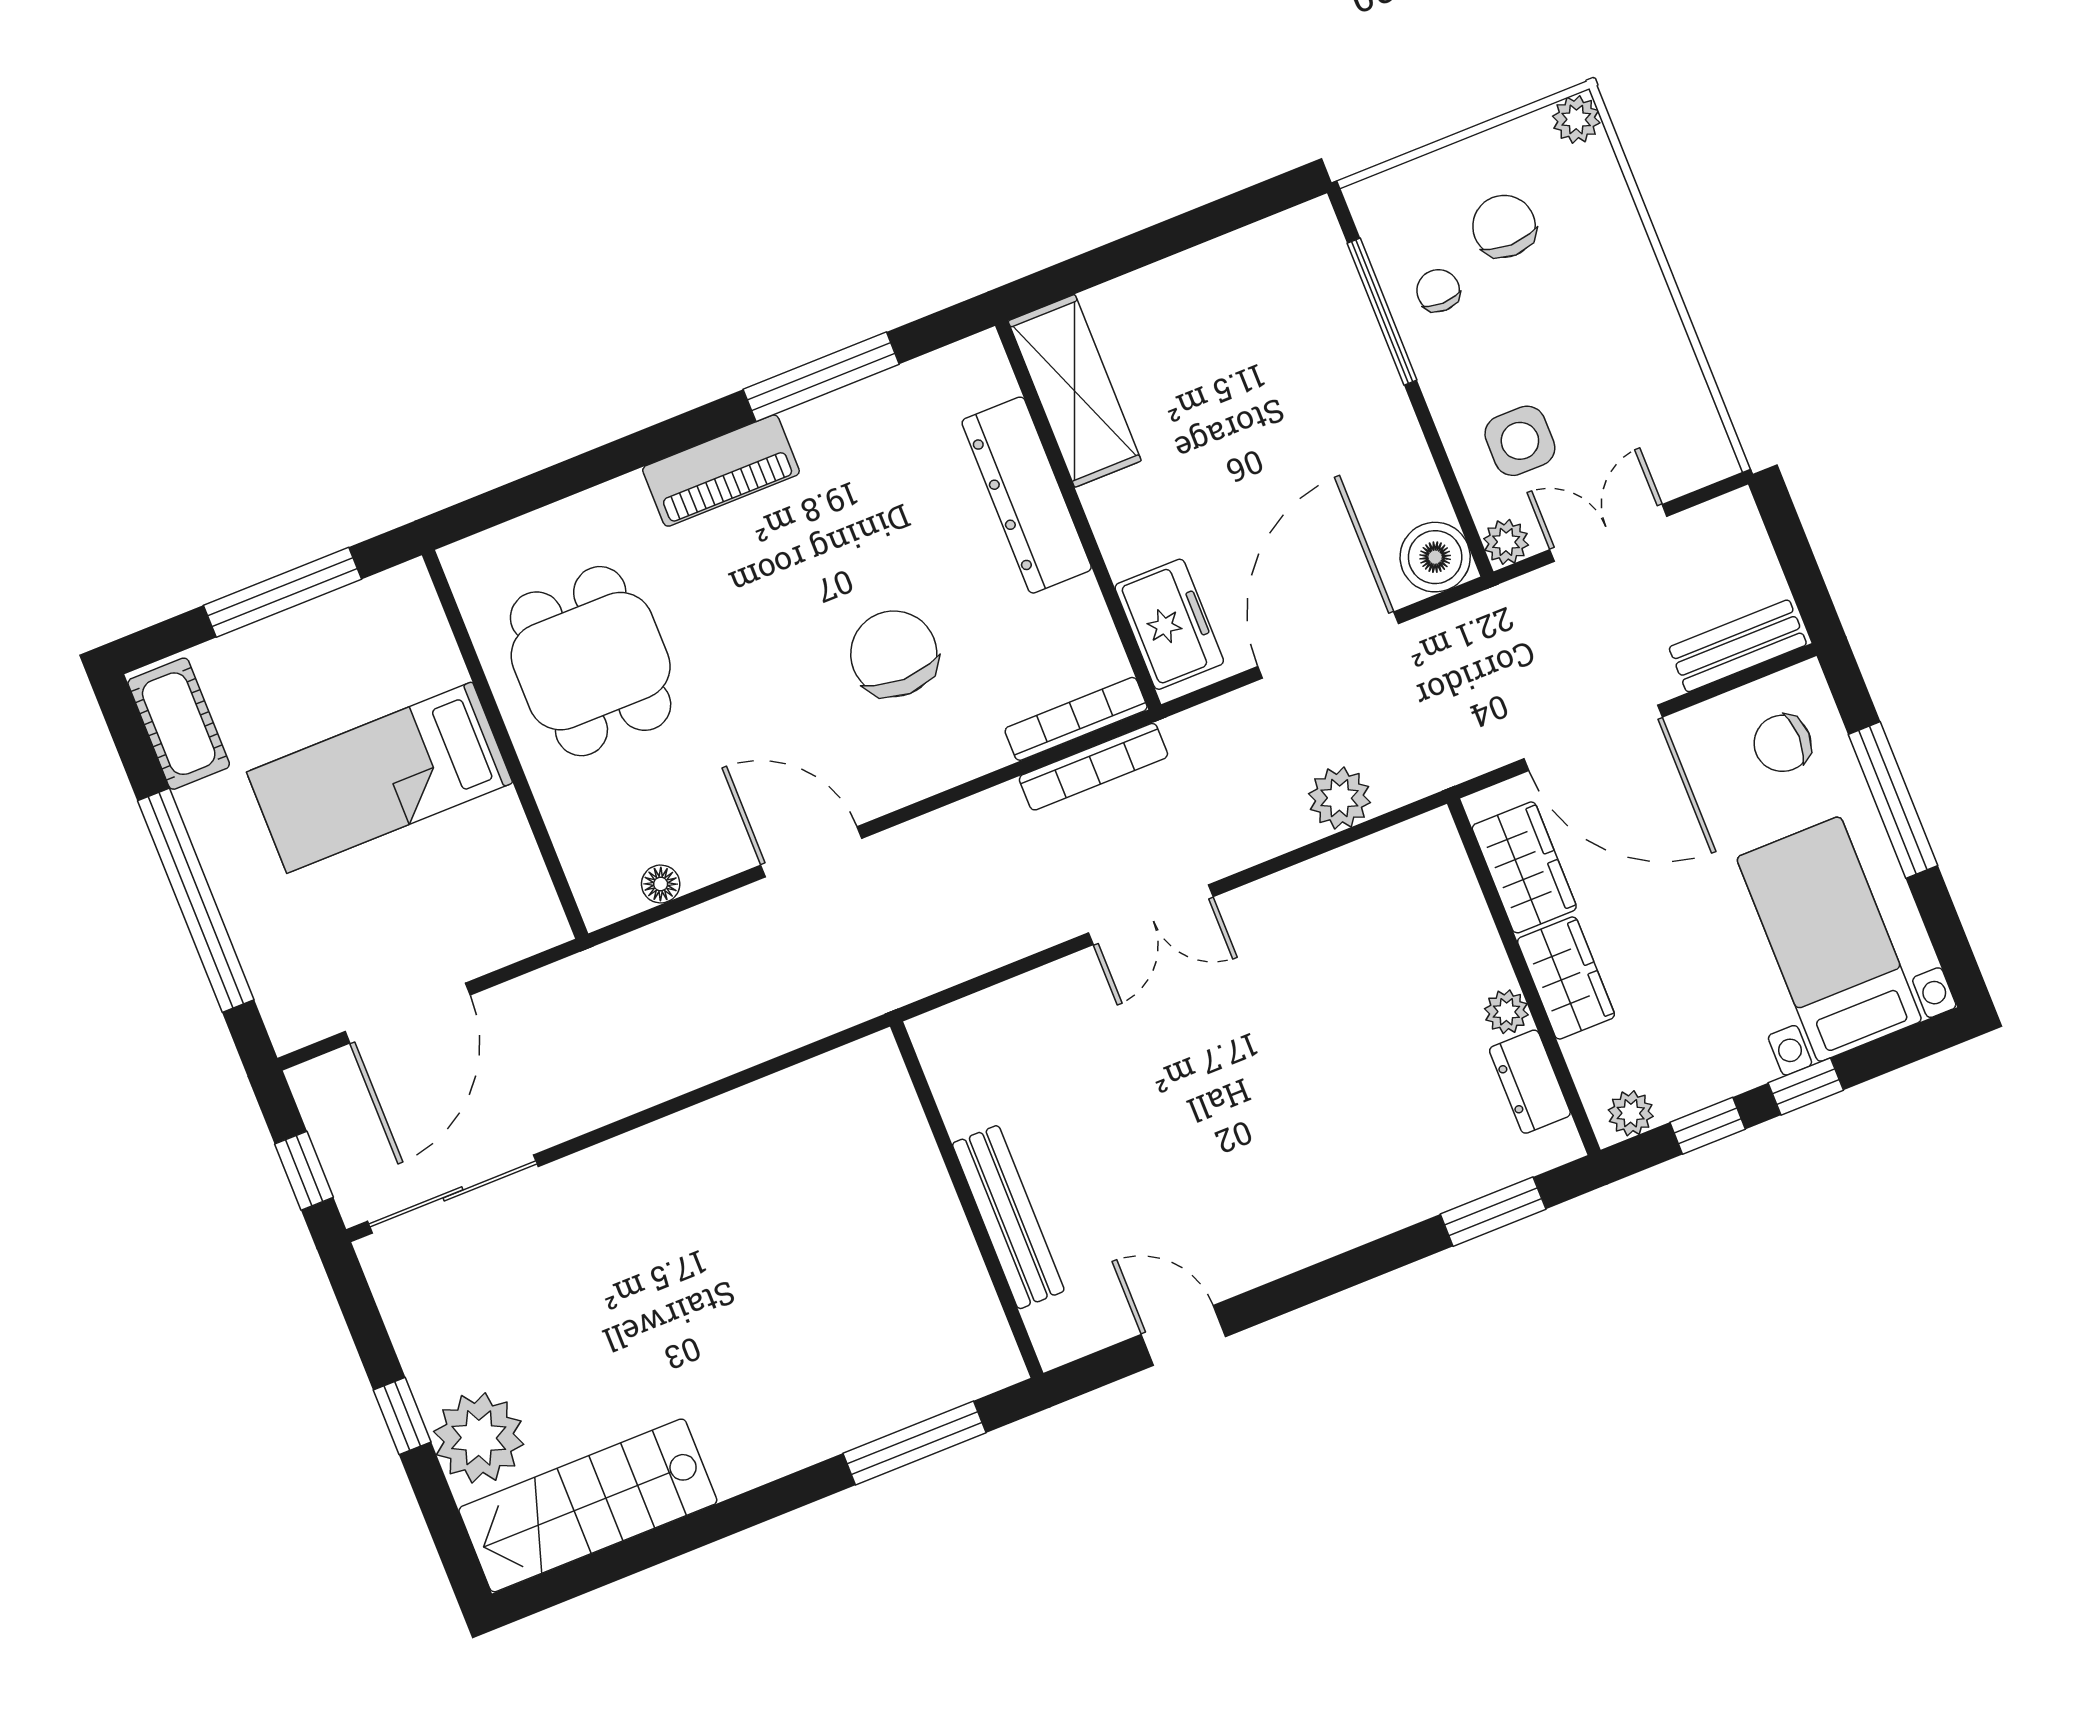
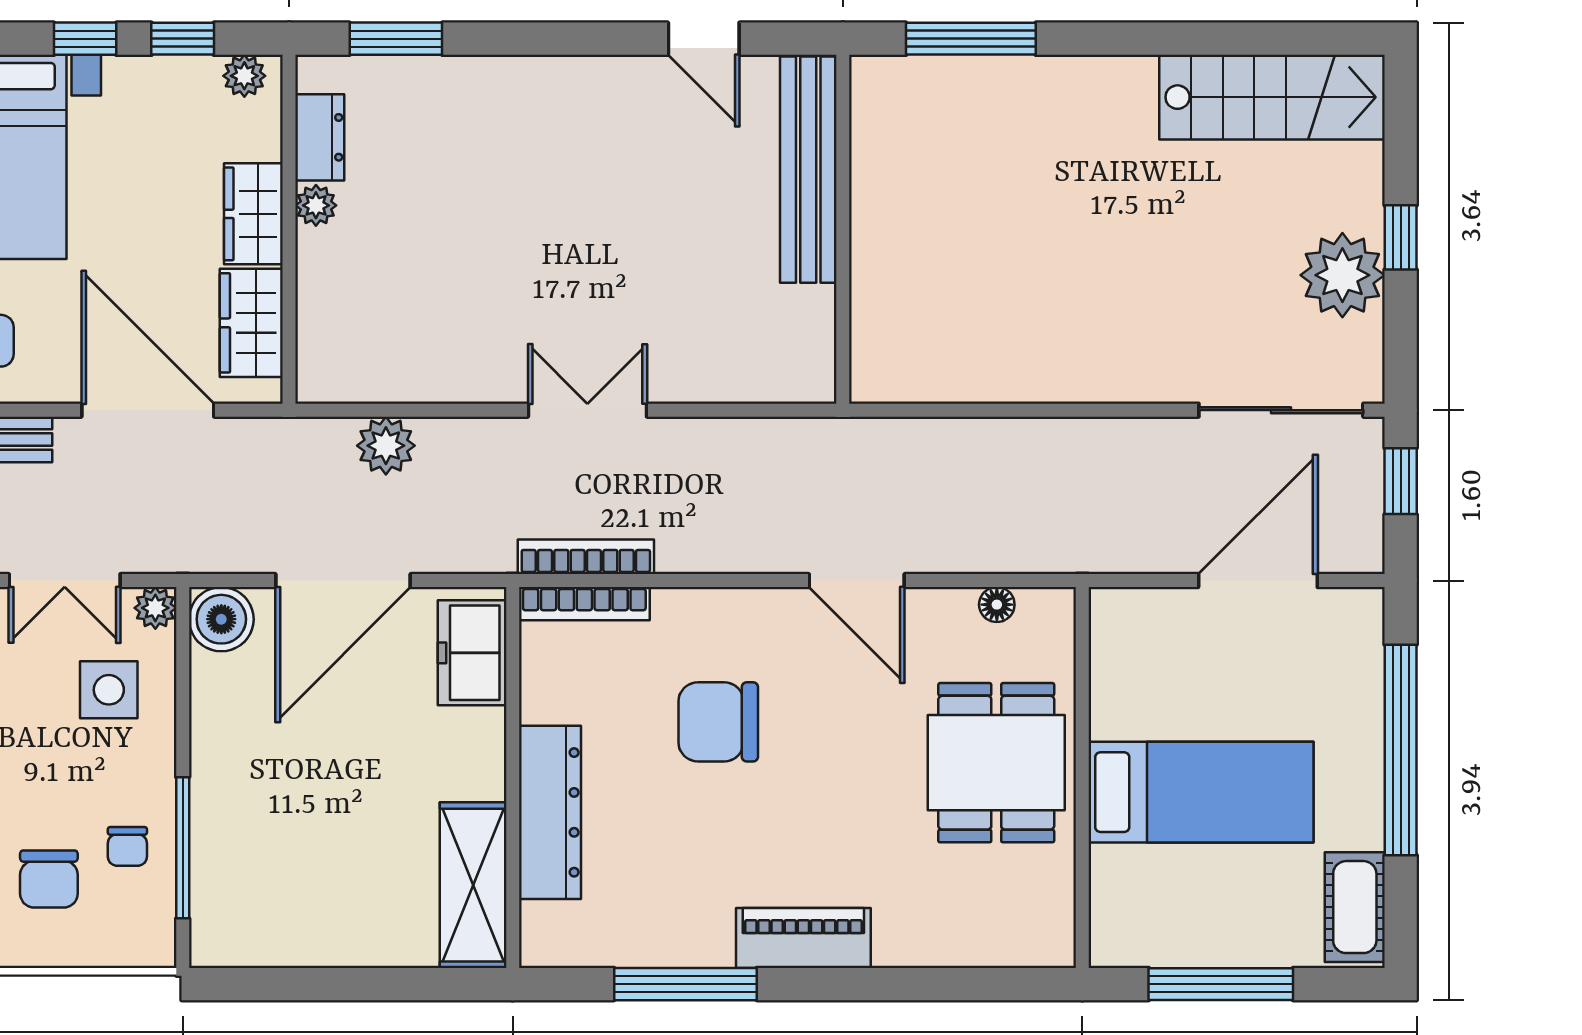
chair: (894, 654) -> (718, 722), turned 90
dining table: (591, 661) -> (996, 763), moved
bench: (1008, 1217) -> (808, 170), width x1.37, depth x1.21
plant: (479, 1438) -> (1342, 275), moved

